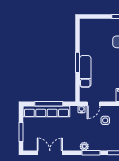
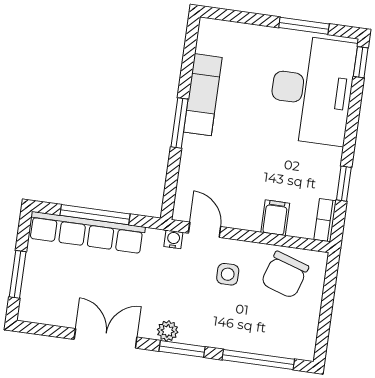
exam couch: (85, 71) -> (203, 95), moved
door: (93, 104) -> (205, 230), swing flipped
double door: (50, 153) -> (106, 338), moved

